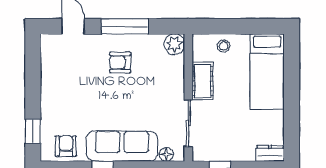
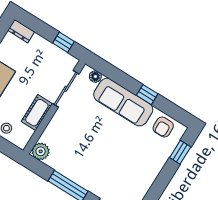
armchair: (120, 62) -> (87, 162), removed

